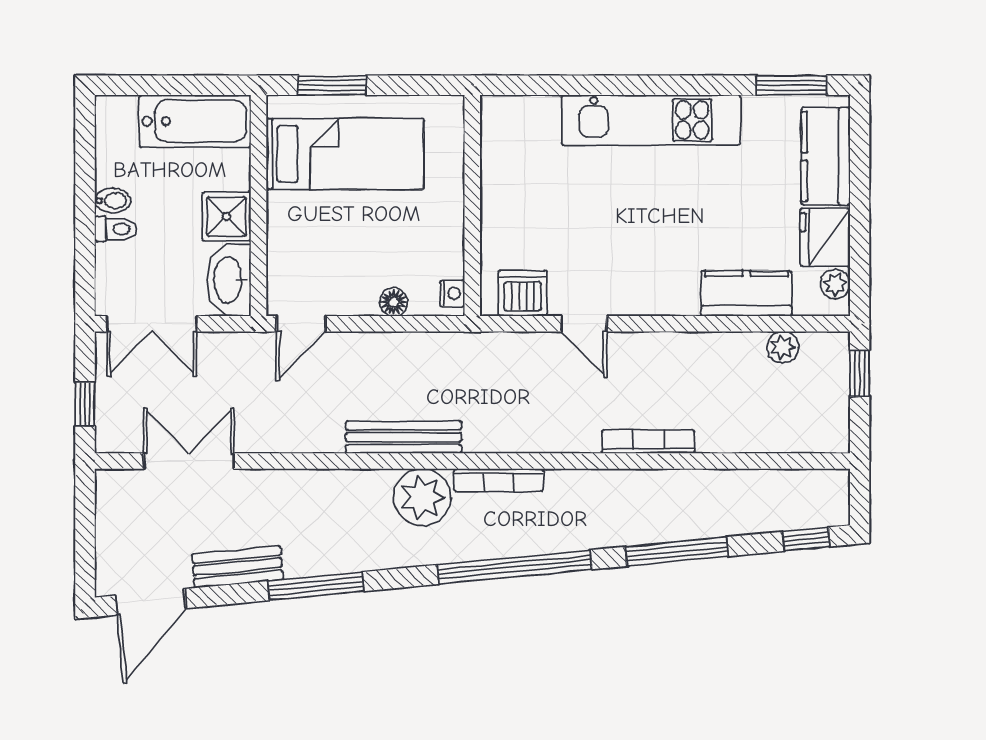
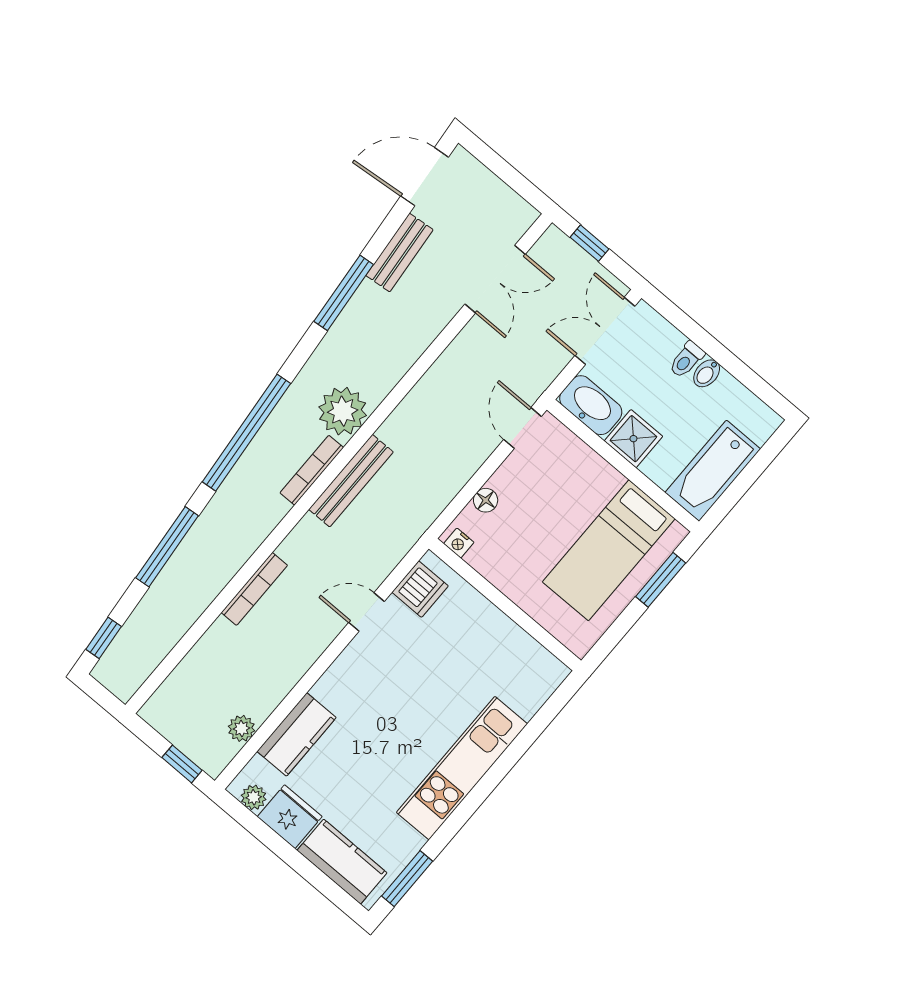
bench: (404, 437) -> (351, 481), moved
door: (151, 602) -> (425, 177), hinge flipped

